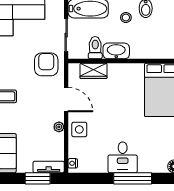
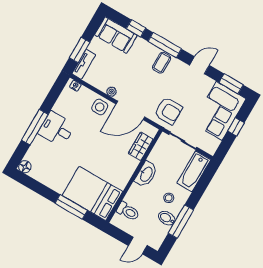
toilet: (95, 48) -> (128, 211), moved
door: (66, 100) -> (130, 110), width x1.36

